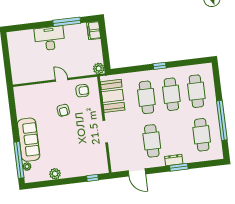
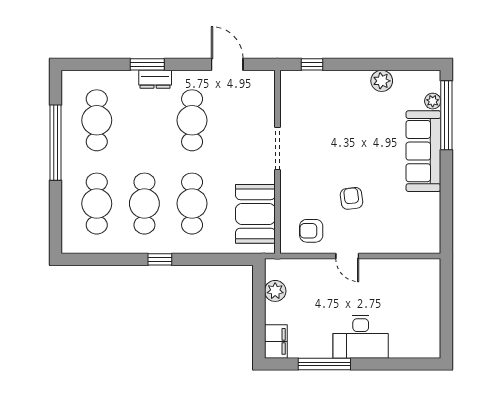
plant: (99, 68) -> (275, 291), moved

